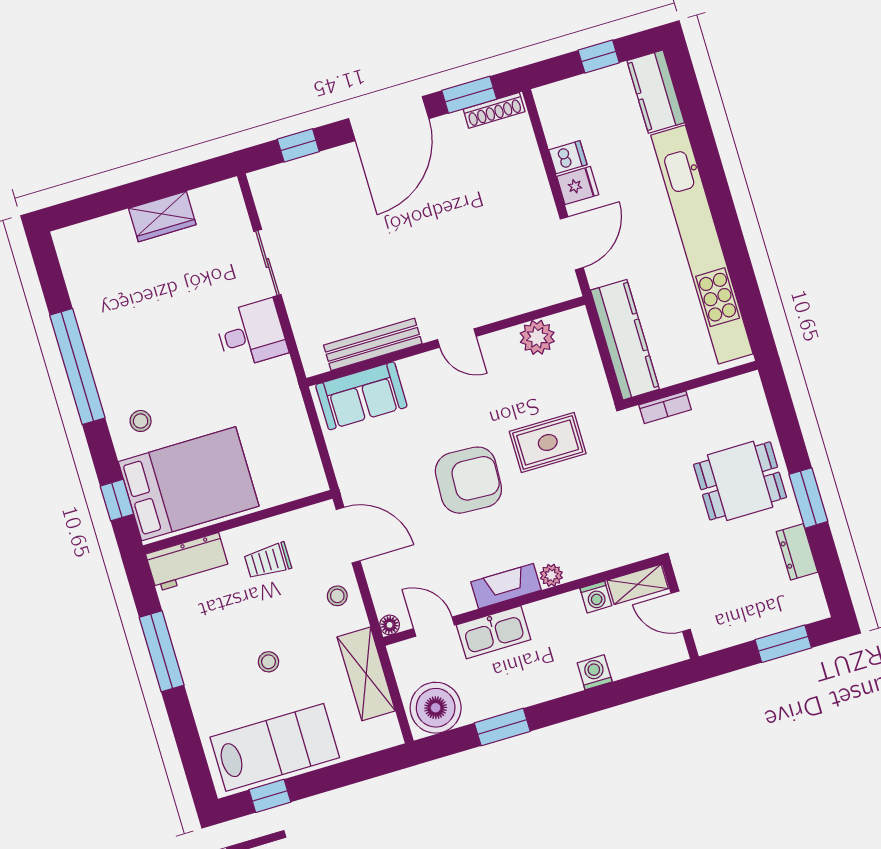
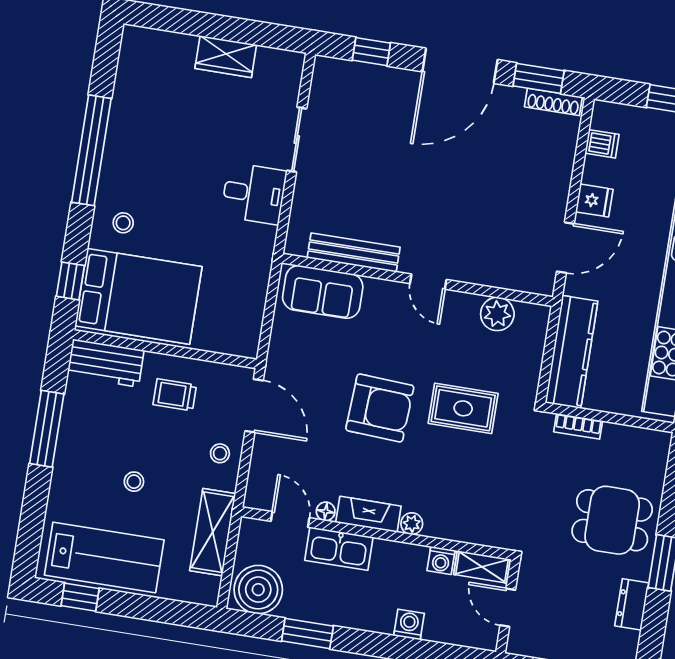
dishwasher: (568, 157) -> (602, 144), moved
floor lamp: (390, 625) -> (326, 511), moved

